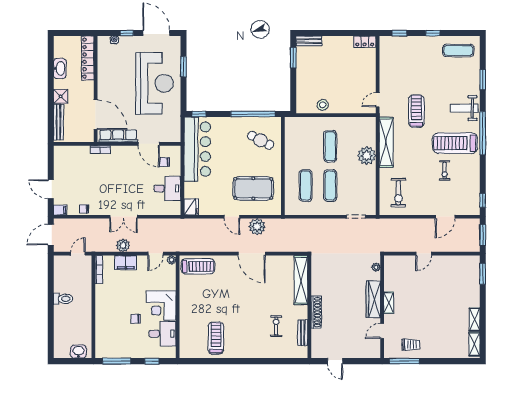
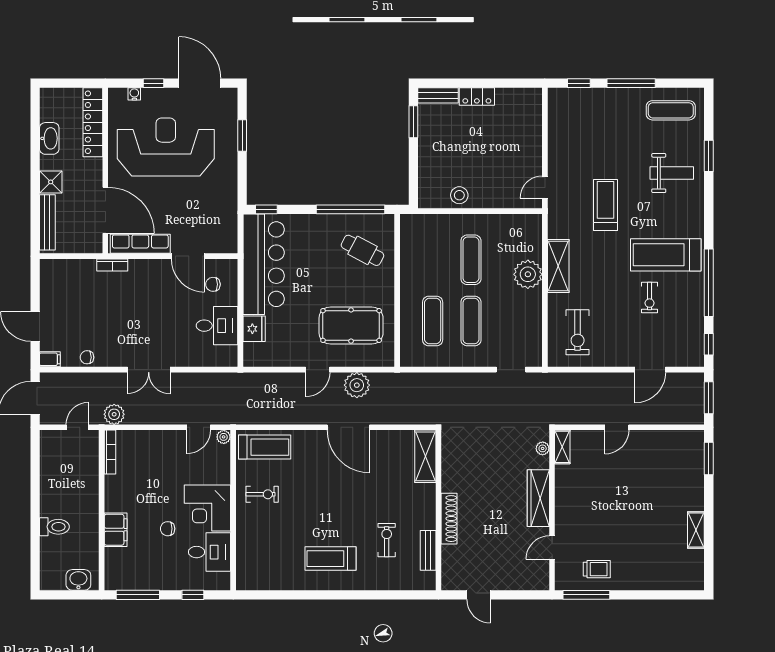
window: (433, 33) -> (631, 83), width x2.17
locker: (365, 42) -> (477, 97), moved
reception desk: (154, 83) -> (166, 147), moved, turned -90
weight bench: (464, 108) -> (672, 173), moved, turned 180
window: (483, 133) -> (709, 283), moved
shelving: (386, 142) -> (558, 266), width x0.68
fridge: (191, 207) -> (254, 329), moved
door: (232, 217) -> (318, 370), hinge flipped
plant: (123, 245) -> (114, 414), moved
filing cabinet: (126, 263) -> (116, 530), moved, turned -90
shelving: (301, 280) -> (425, 456), width x0.68
exercise bike: (196, 297) -> (262, 494), added
toilet: (63, 299) -> (54, 527), moved
shelving: (389, 303) -> (562, 447), moved
treadmill: (216, 338) -> (330, 559), moved, turned -90
shelving: (474, 344) -> (696, 568), removed

